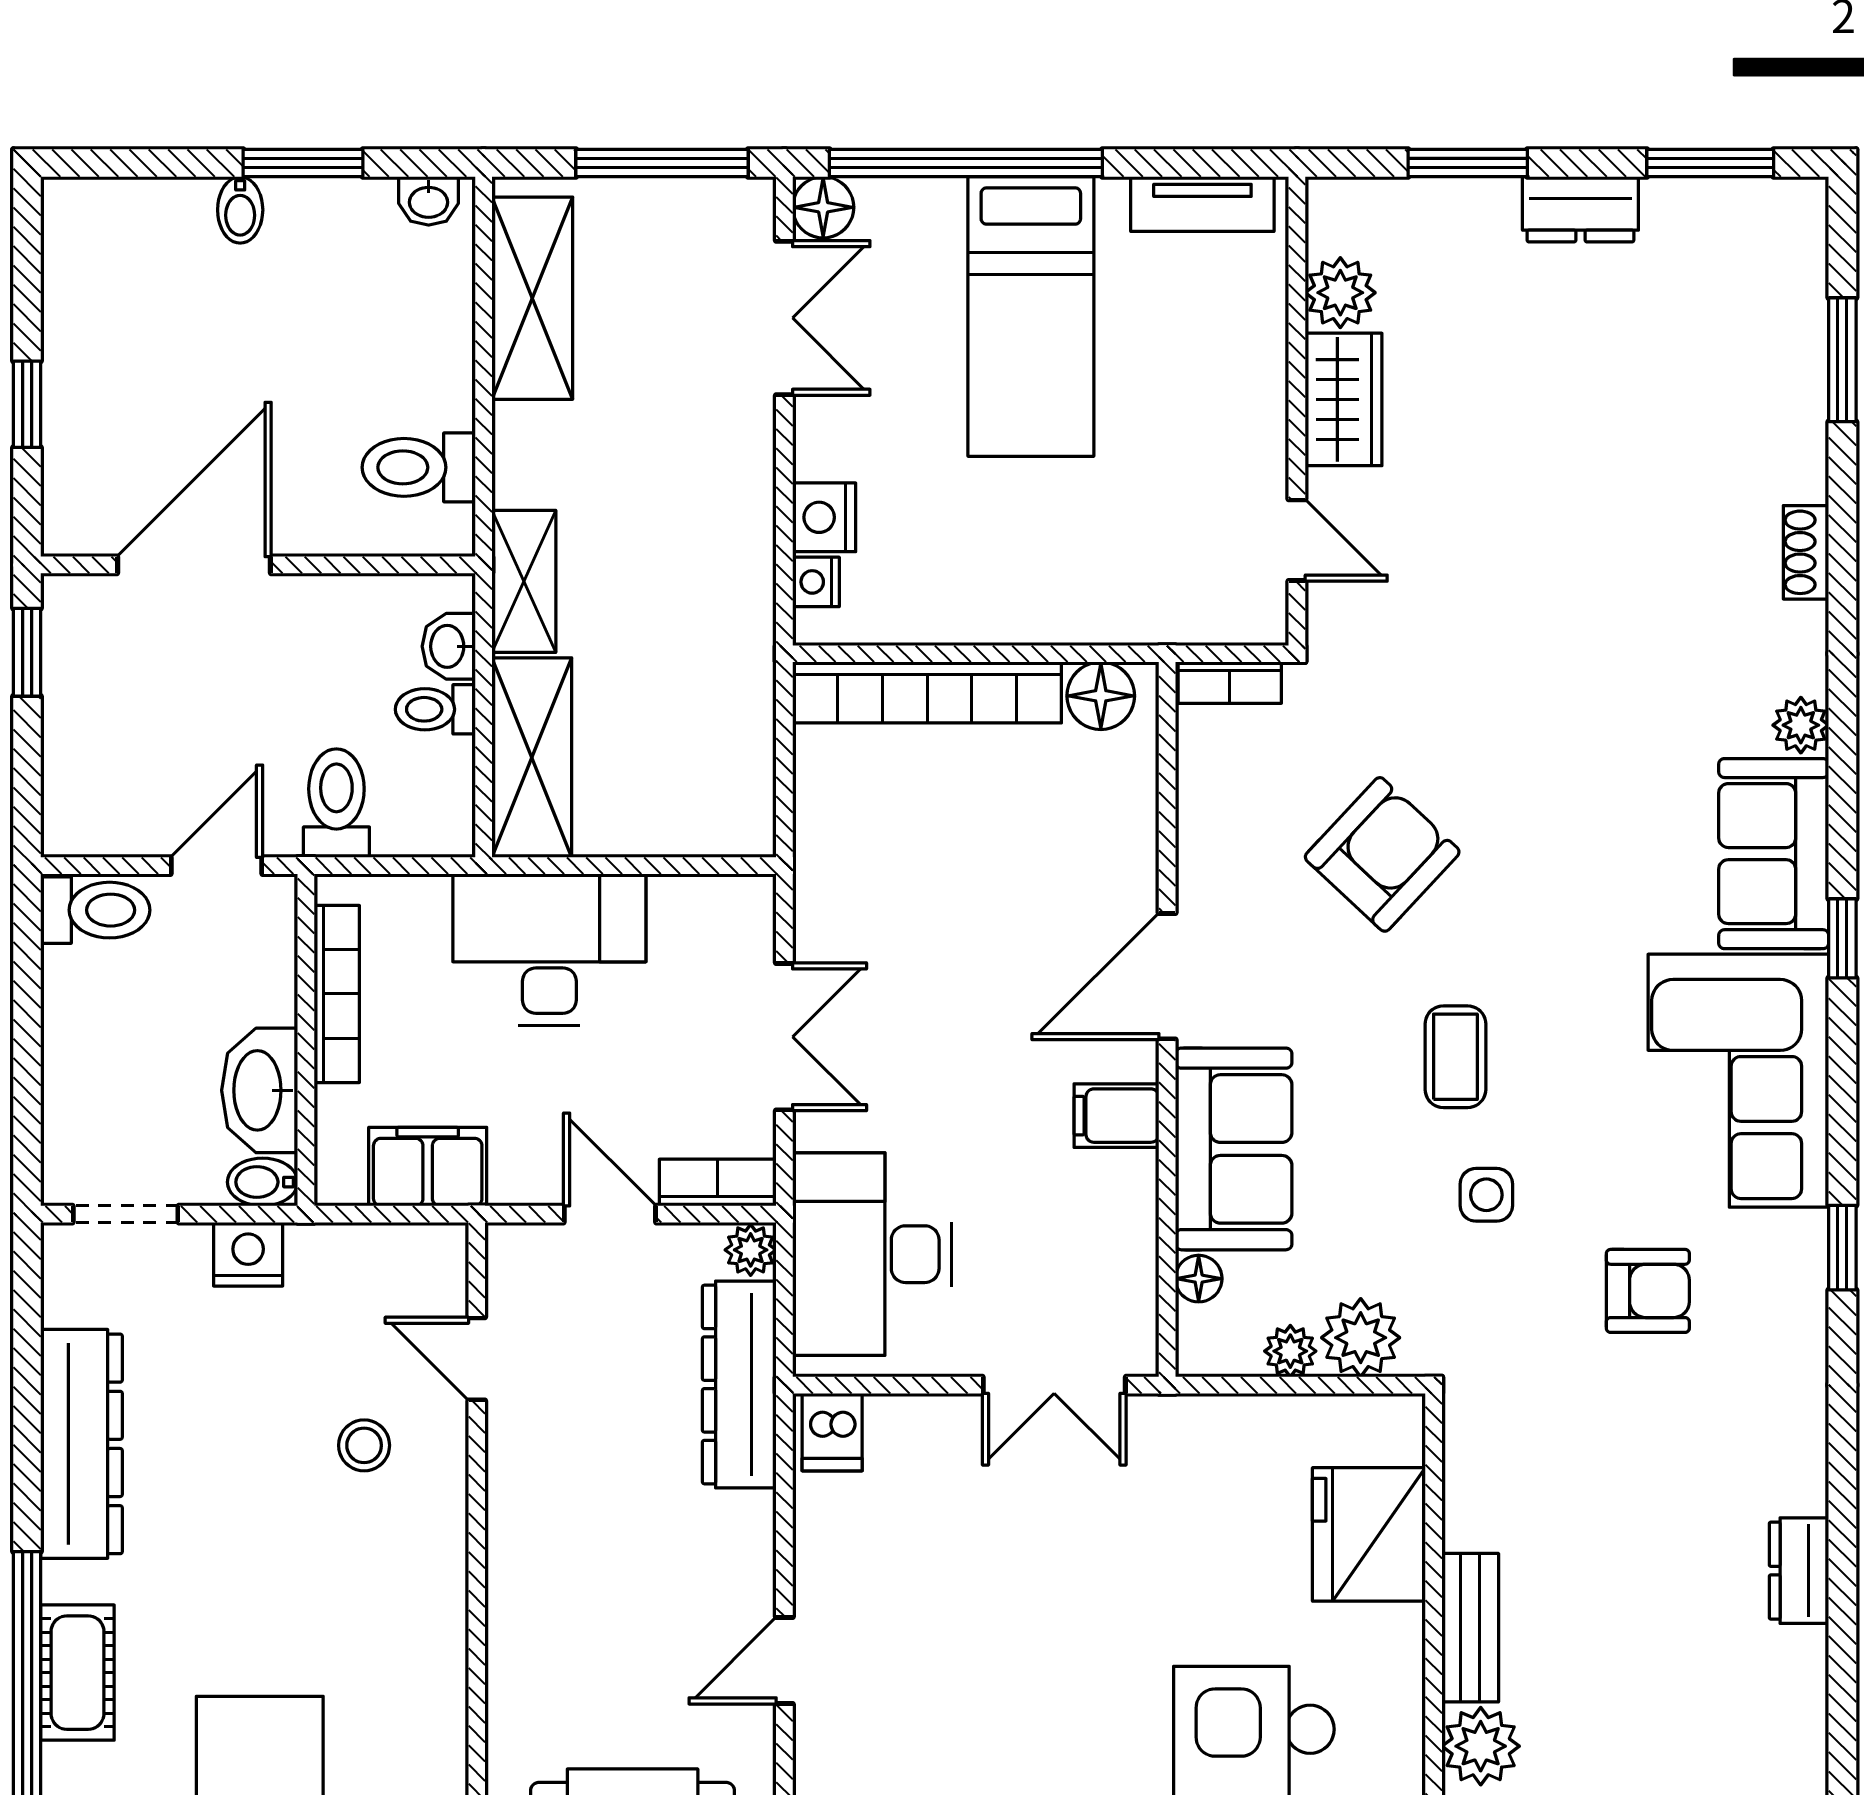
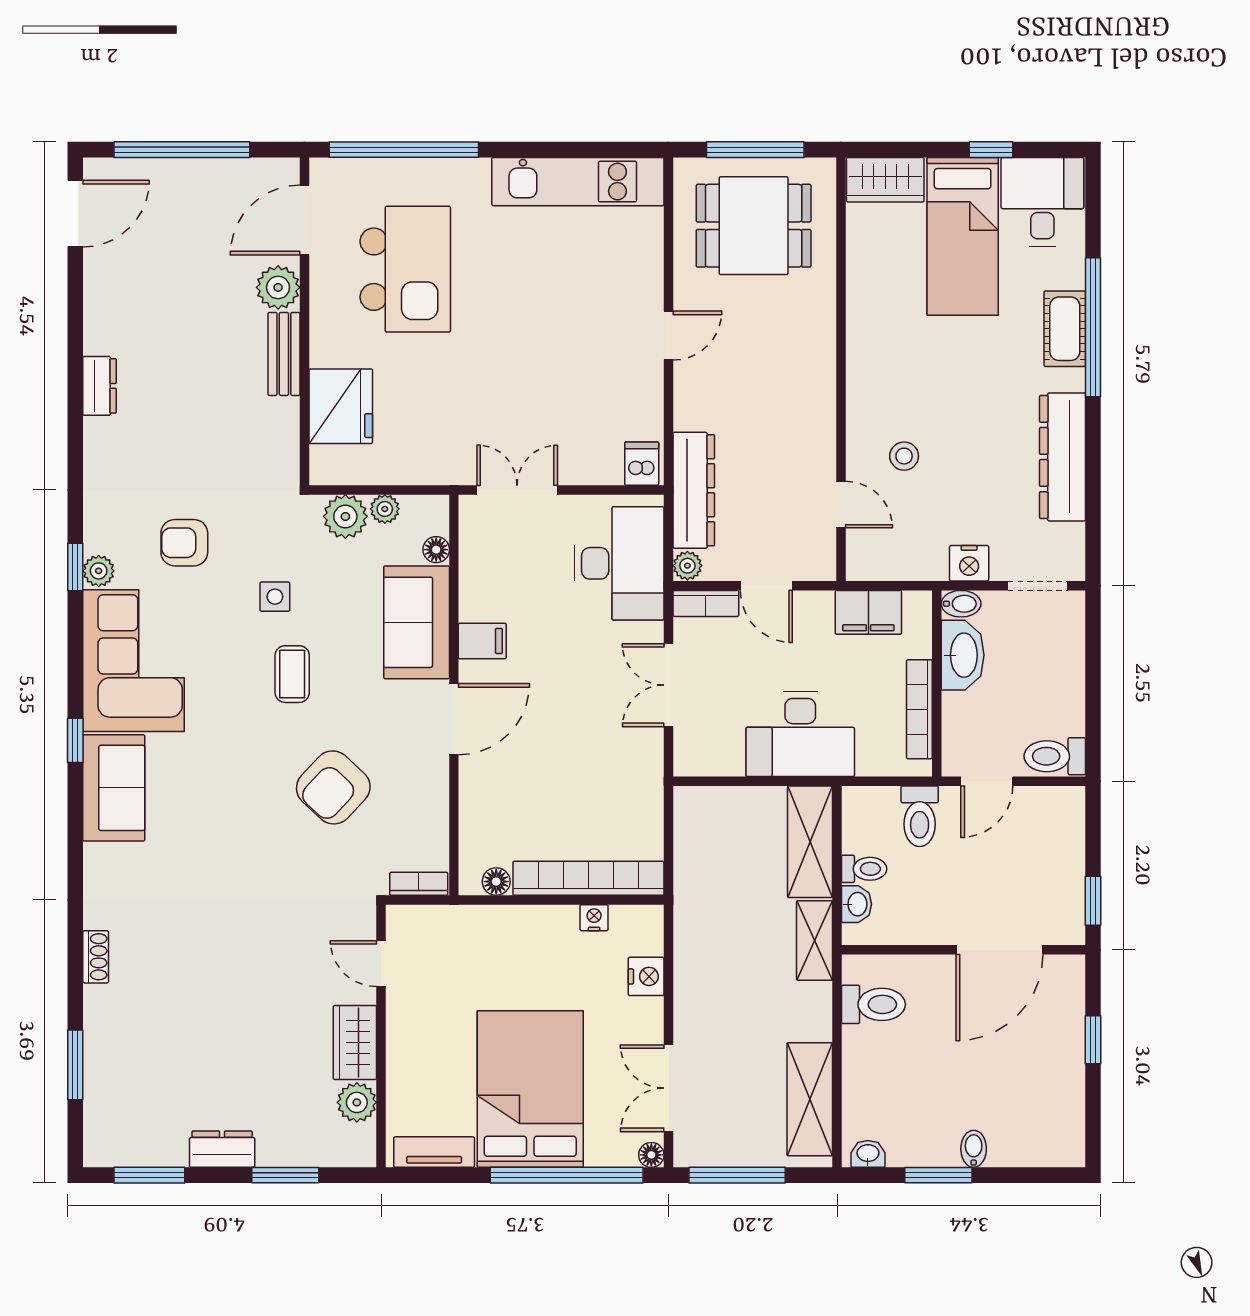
floor lamp: (823, 207) -> (651, 1155), width x0.73, depth x0.73
bed: (1031, 316) -> (530, 1089), width x1.50
nightstand: (816, 582) -> (594, 918), moved, turned -90
floor lamp: (1101, 696) -> (496, 882), width x0.73, depth x0.73
plant: (1801, 725) -> (99, 571), moved

